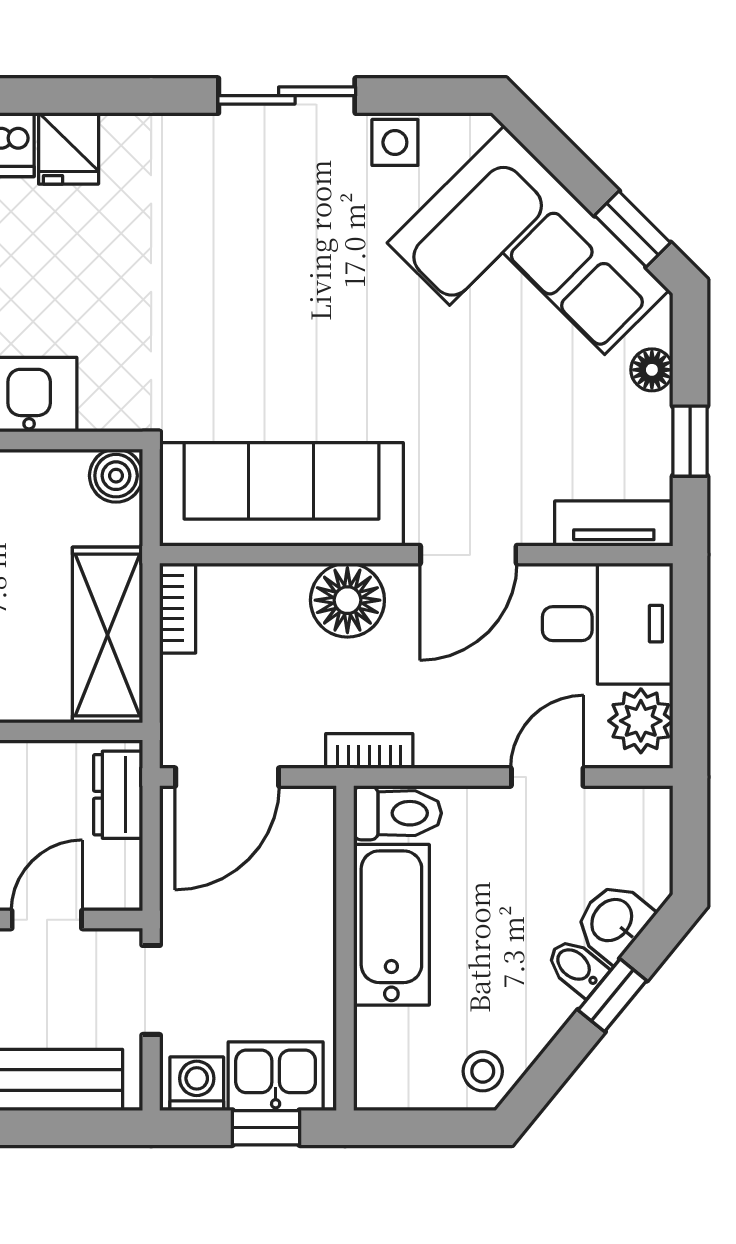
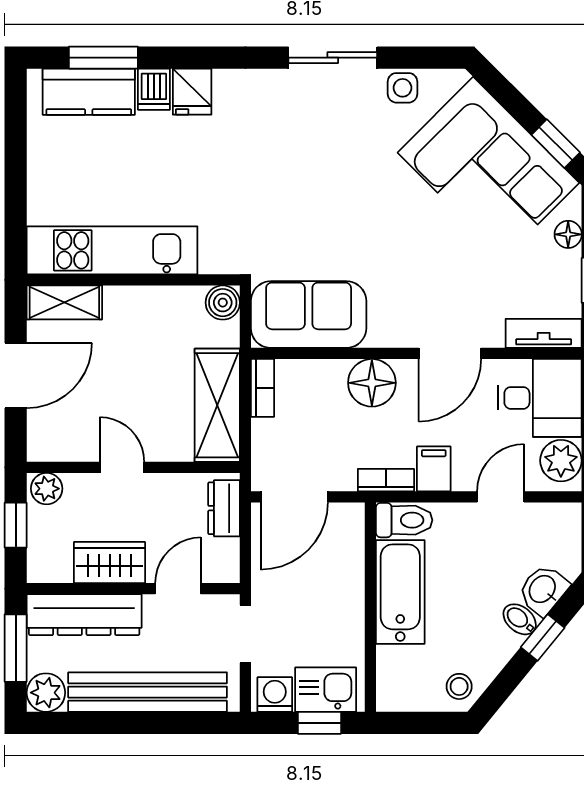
sofa: (281, 494) -> (309, 315), width x0.73
filing cabinet: (443, 734) -> (434, 469), added

